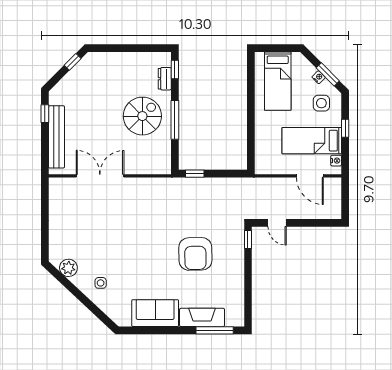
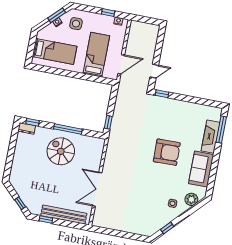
window: (73, 62) -> (20, 203), moved
dresser: (165, 79) -> (27, 128), moved
window: (345, 128) -> (108, 13), moved
bed: (312, 141) -> (96, 55), moved, turned 180
door: (310, 176) -> (121, 64), moved
armchair: (195, 254) -> (167, 152), moved
plant: (68, 268) -> (191, 199), moved
window: (65, 282) -> (167, 228), added

